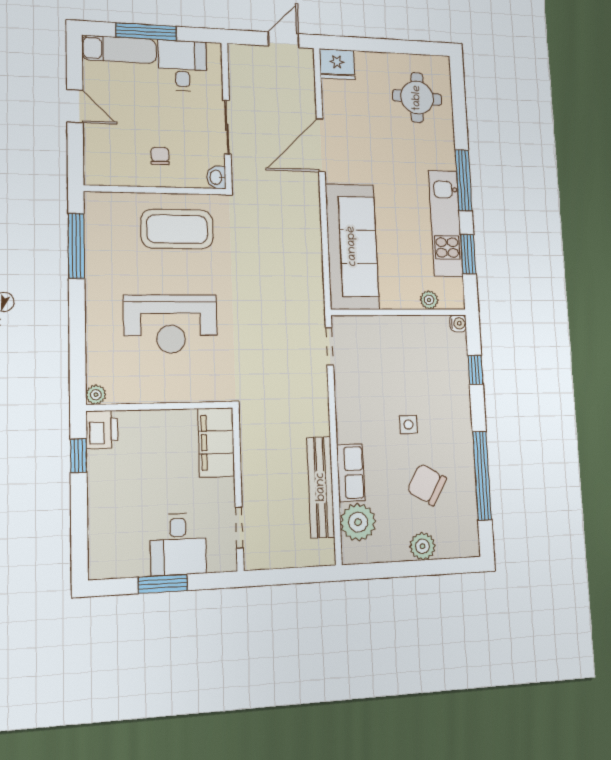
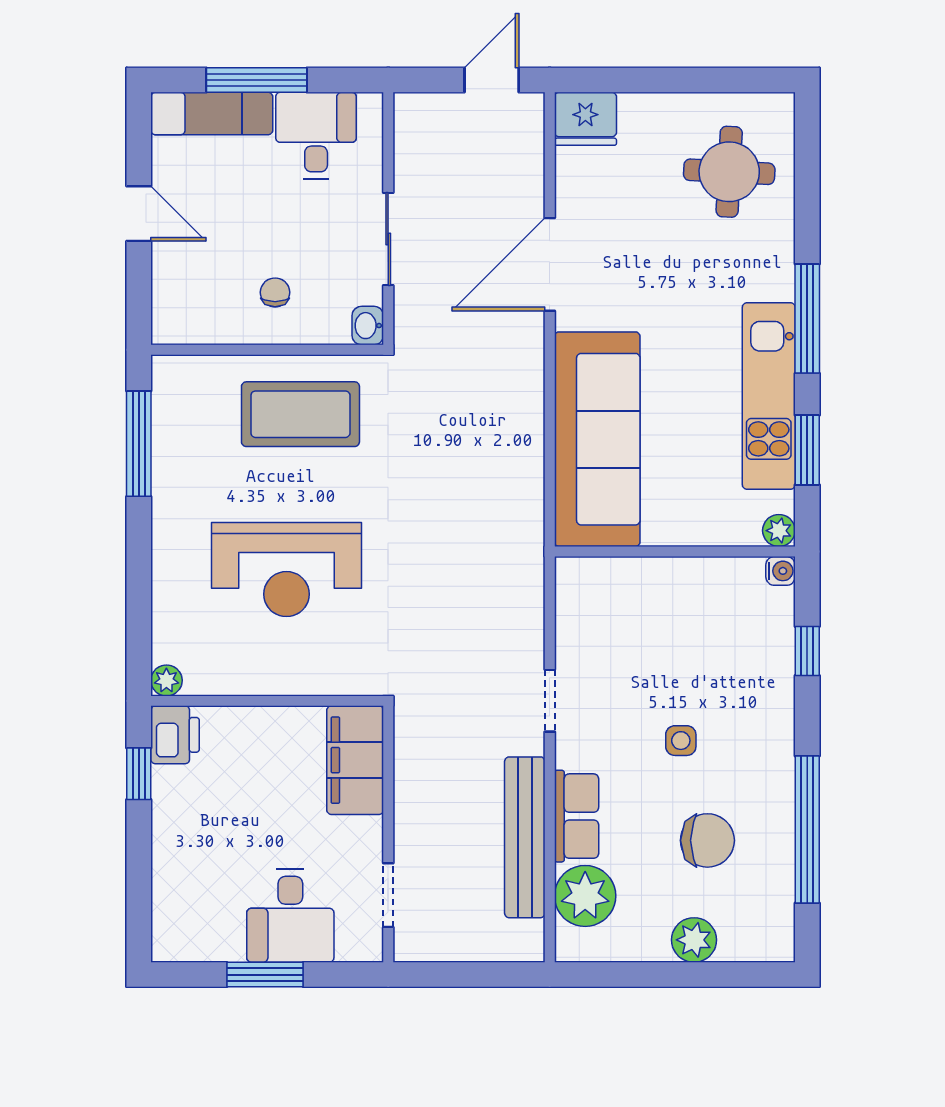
plant: (429, 300) -> (779, 531), moved
doorway: (329, 346) -> (550, 701), moved
chair: (427, 485) -> (707, 840), turned 150

